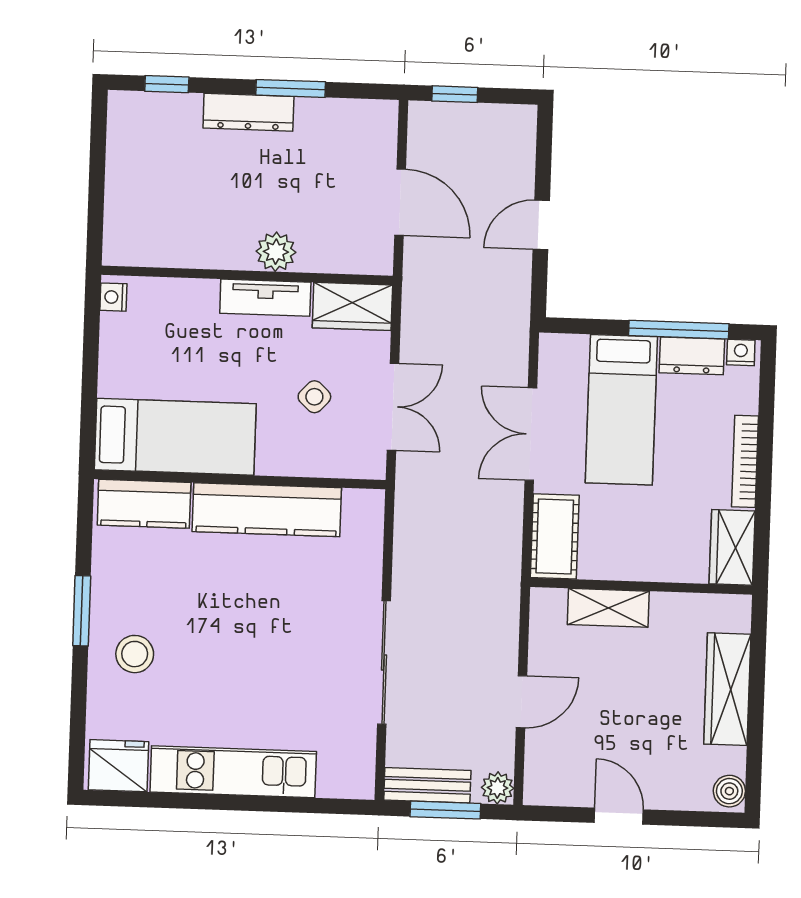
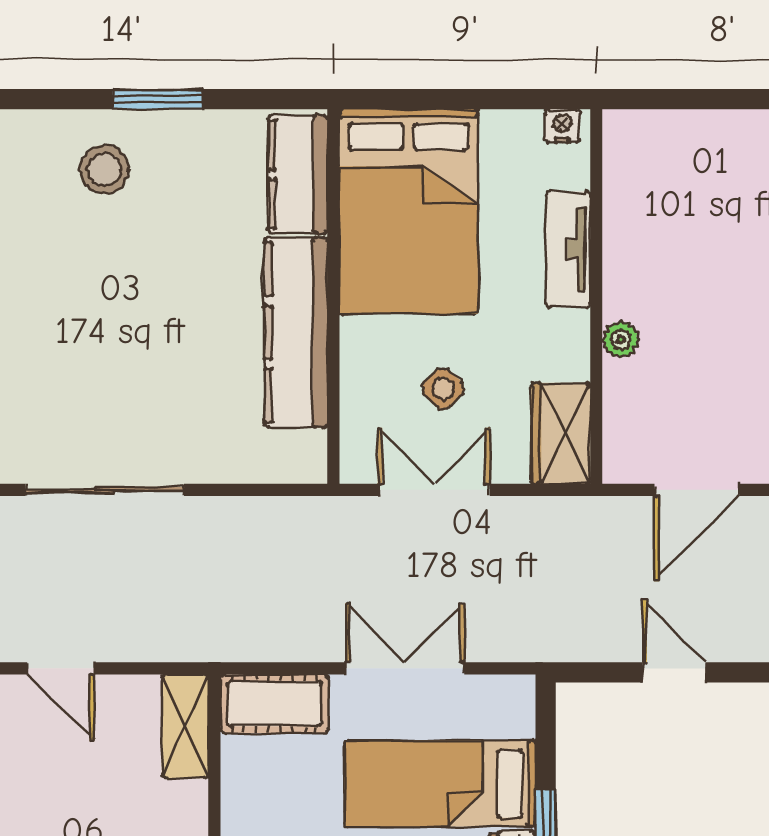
plant: (276, 252) -> (621, 340), width x0.73, depth x0.73
tv unit: (265, 298) -> (568, 249), moved
double door: (393, 407) -> (434, 490), swing flipped
bed: (175, 437) -> (409, 212), width x1.50
shelving: (608, 608) -> (185, 726), moved

